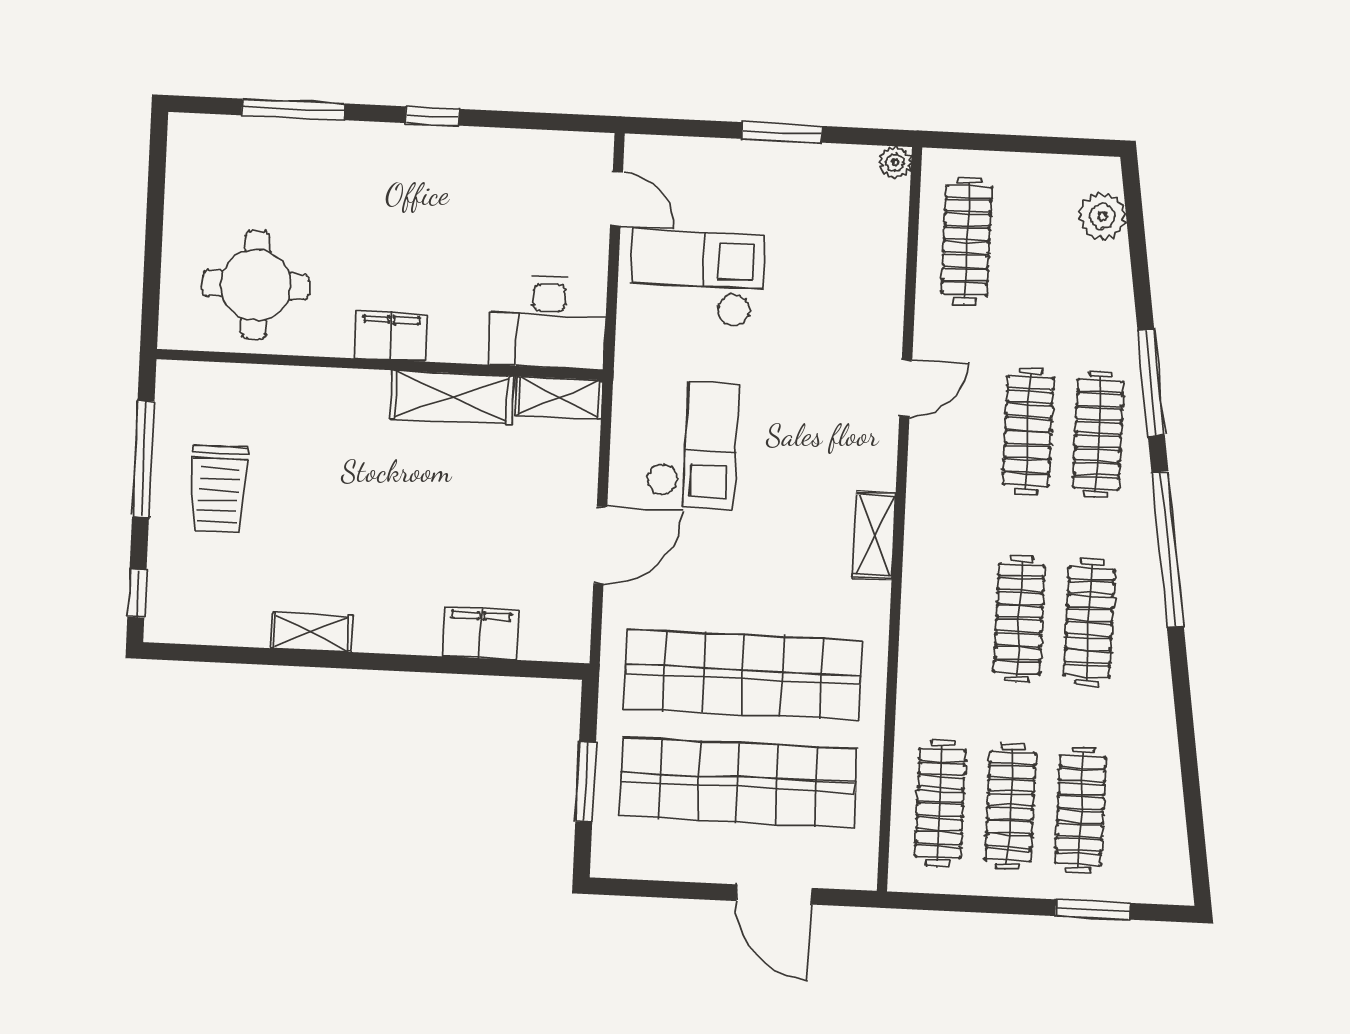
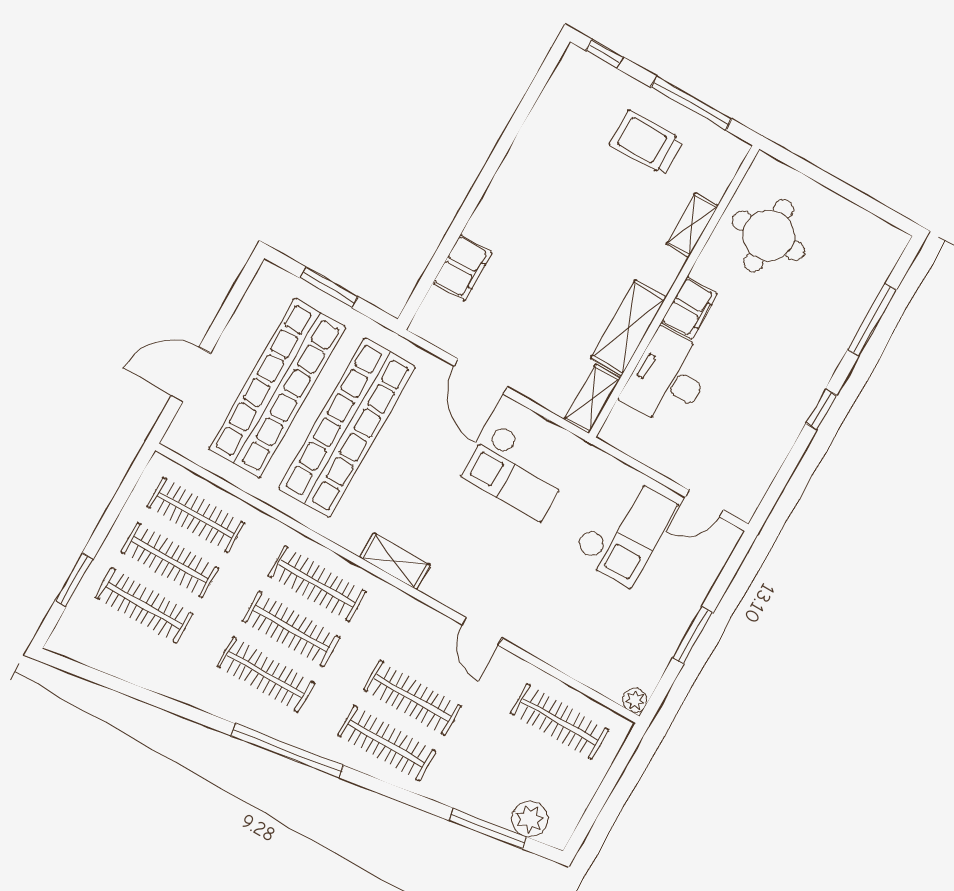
desk: (548, 322) -> (668, 378), moved
window: (1151, 383) -> (488, 829), moved
clothes rail: (949, 616) -> (317, 584), added
shelving: (311, 632) -> (692, 225), moved

